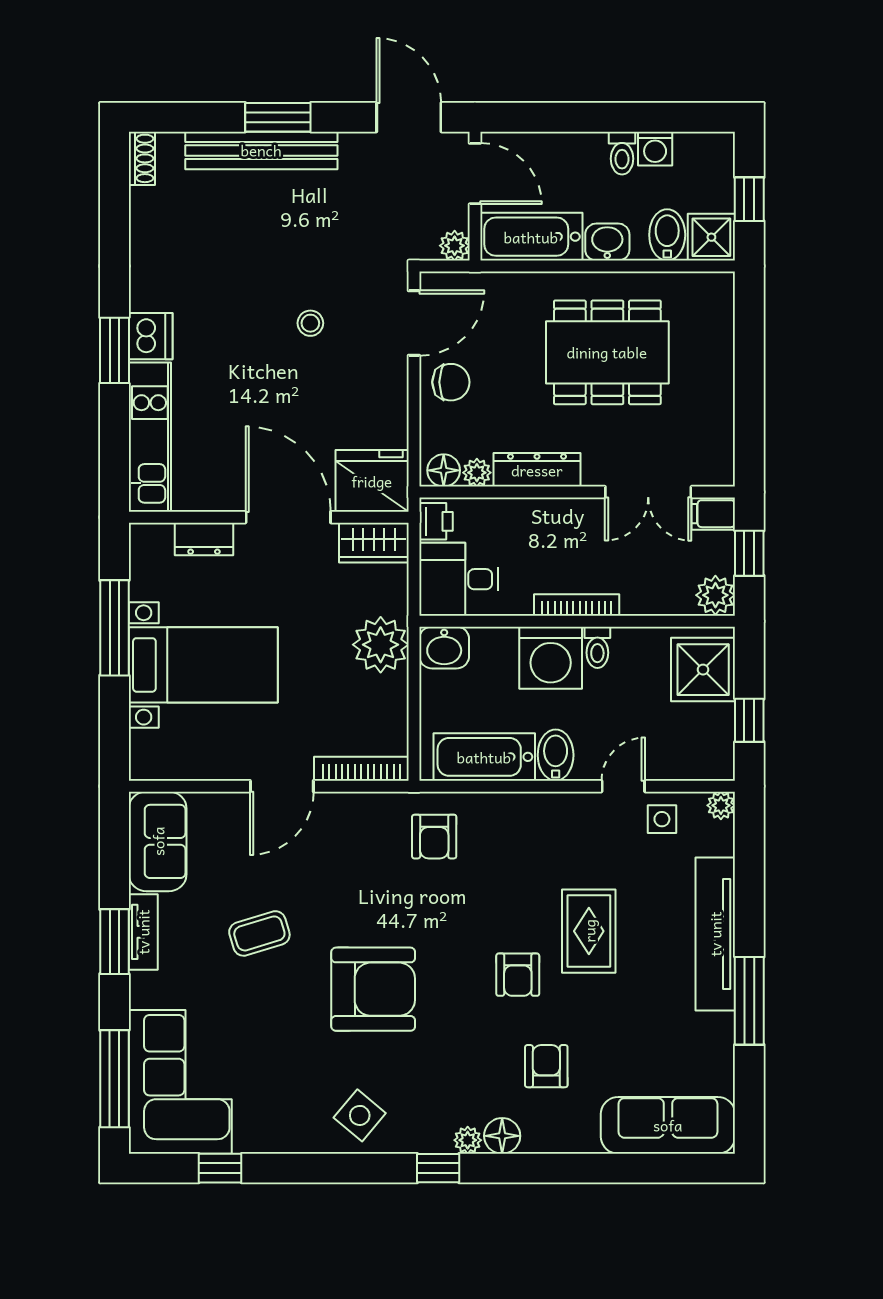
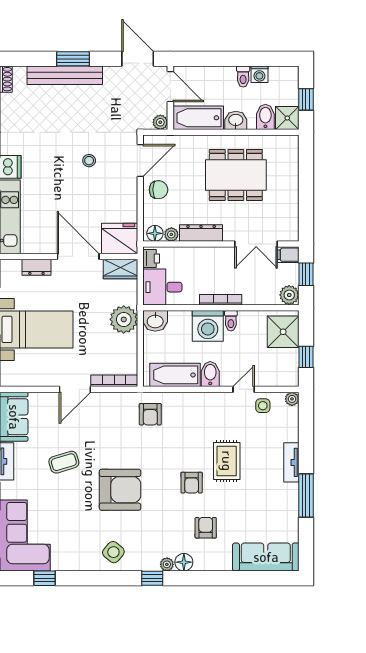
tv unit: (715, 934) -> (291, 462), width x0.52, depth x0.78

